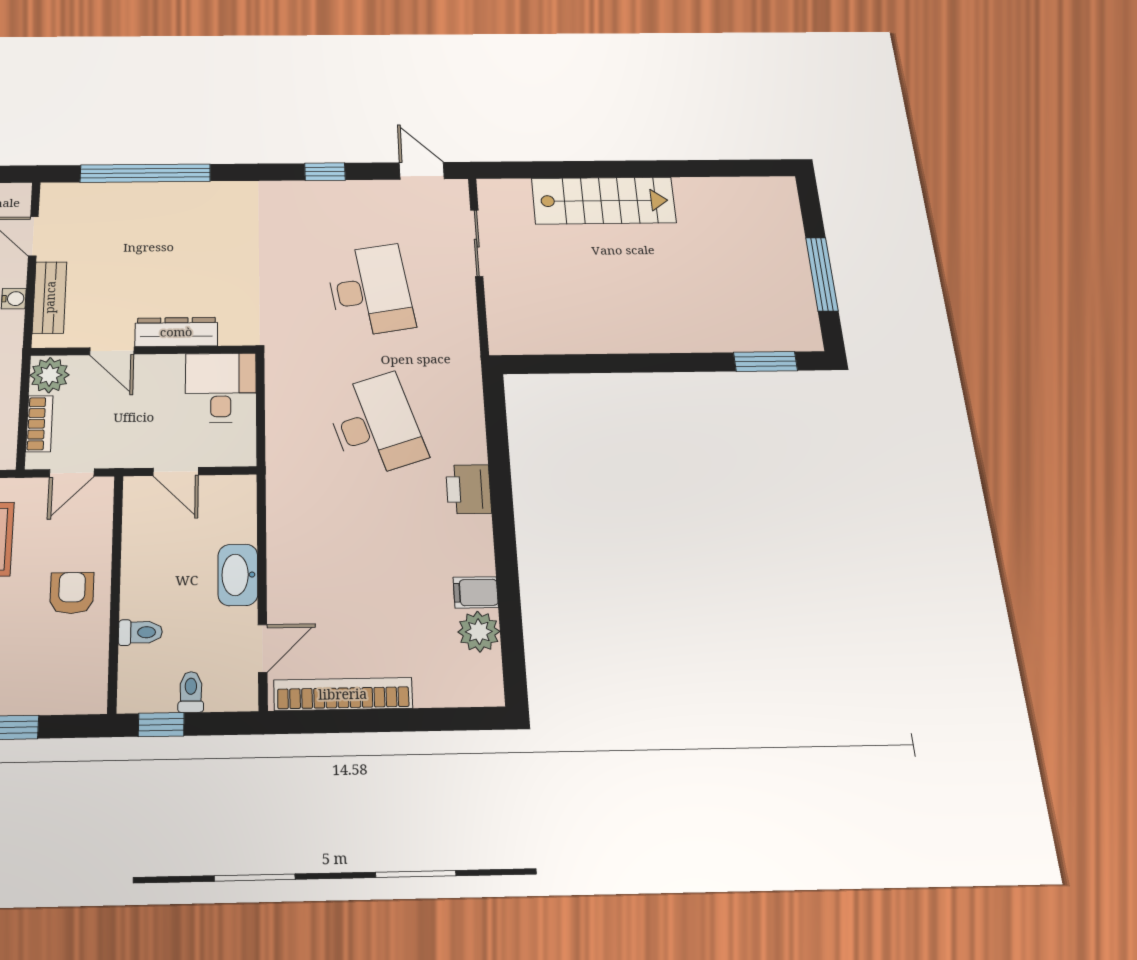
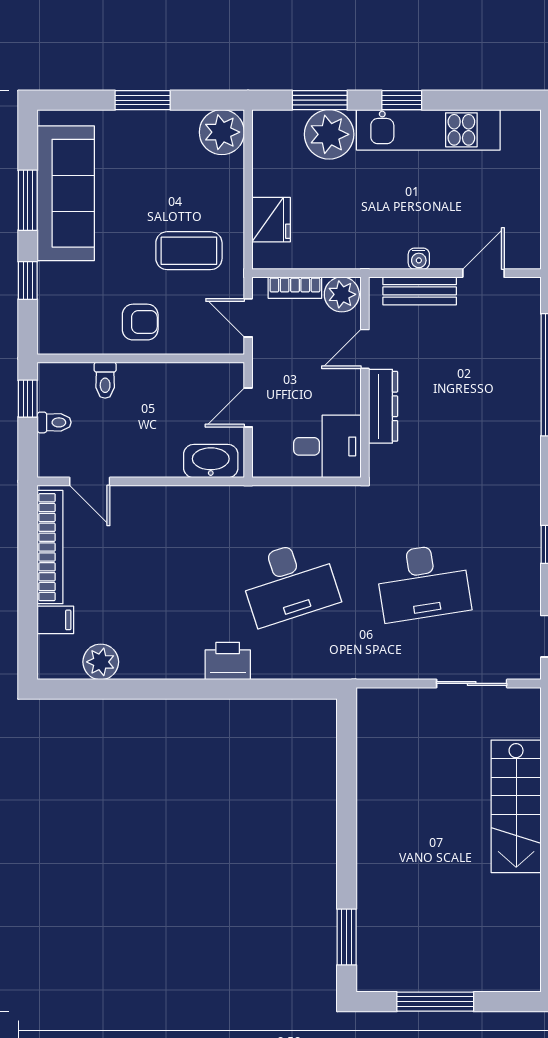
washbasin: (238, 575) -> (211, 461), moved
filing cabinet: (476, 592) -> (55, 620), moved, turned 90

